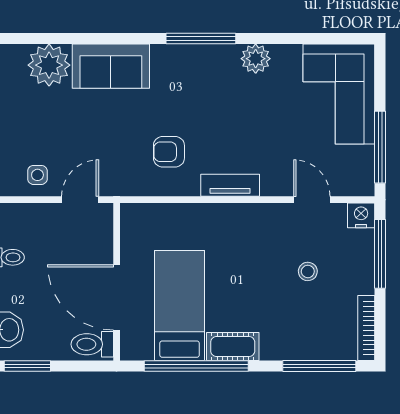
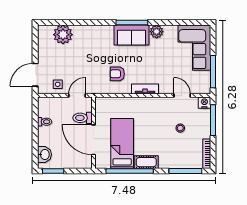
sofa: (111, 66) -> (131, 35), moved
toilet: (92, 344) -> (83, 118), moved

